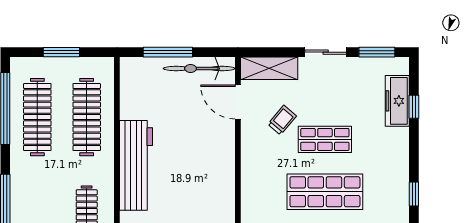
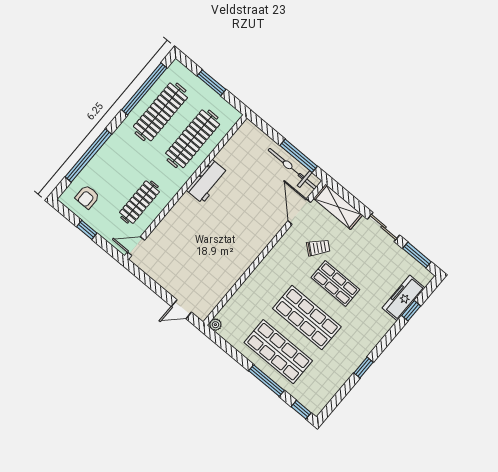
window: (168, 52) -> (299, 156), moved
workbench: (136, 165) -> (207, 181), width x0.53, depth x0.76

